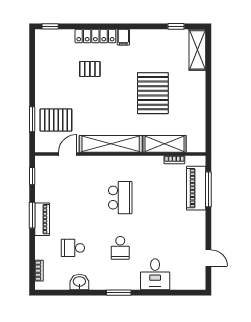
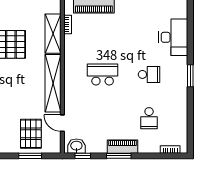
desk: (155, 274) -> (173, 37), width x1.37
washbasin: (79, 282) -> (76, 146), moved, turned 90

